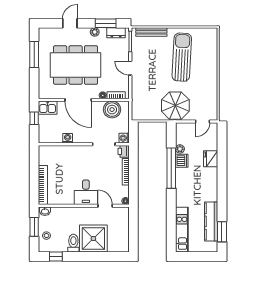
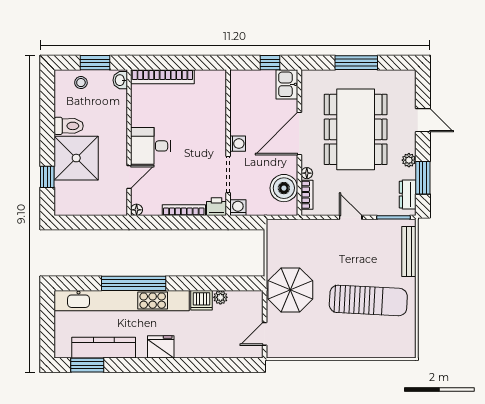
window: (34, 54) -> (356, 63), moved
door: (130, 68) -> (351, 217), hinge flipped
door: (203, 122) -> (265, 334), hinge flipped
washing machine: (68, 138) -> (238, 144), moved
fridge: (211, 159) -> (161, 347), moved
window: (171, 168) -> (134, 283), moved
kitchen unit: (182, 230) -> (122, 301), width x1.86
window: (56, 256) -> (47, 177), moved

